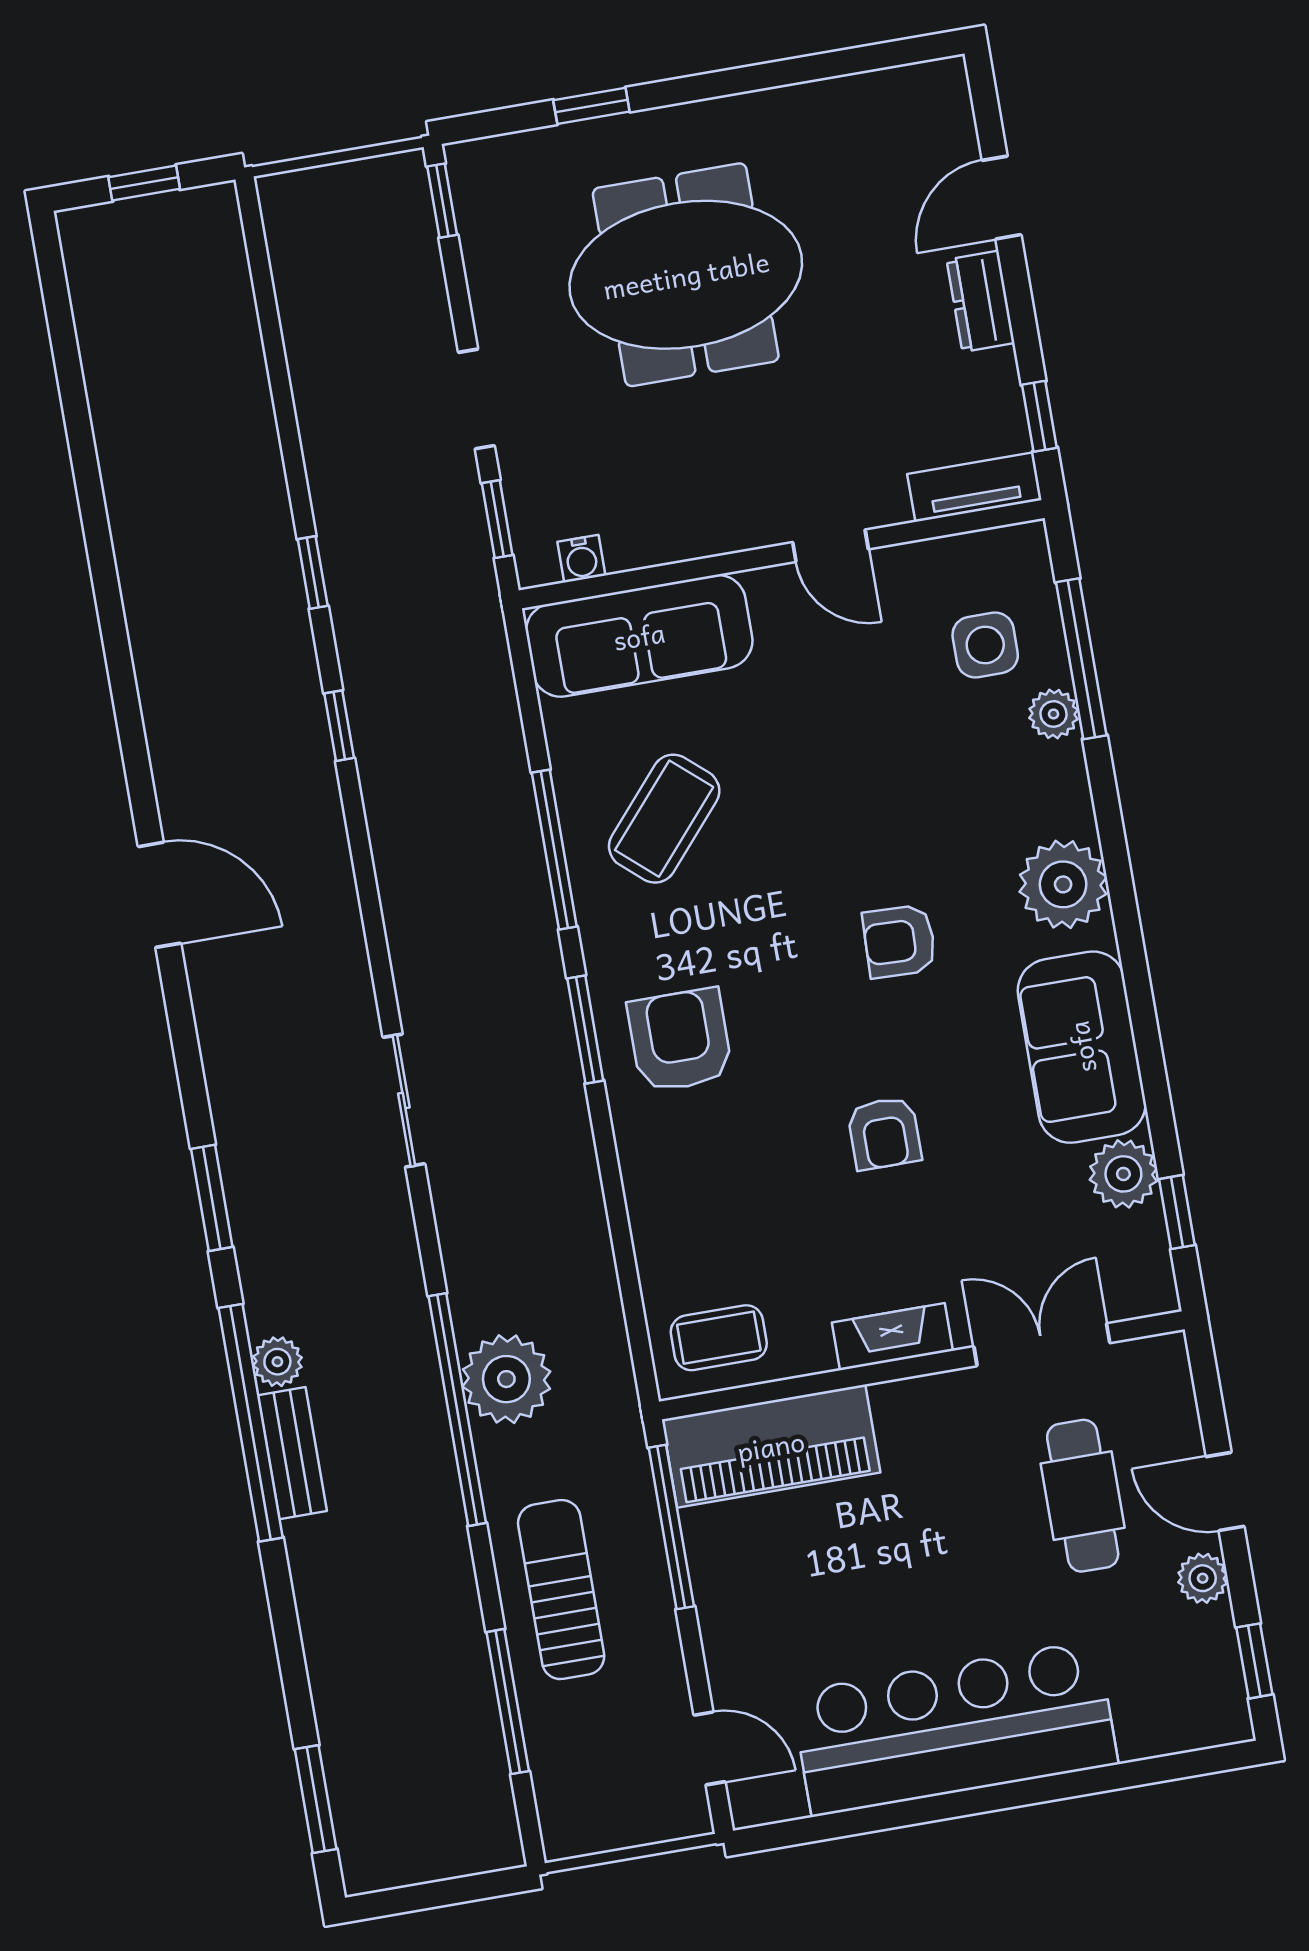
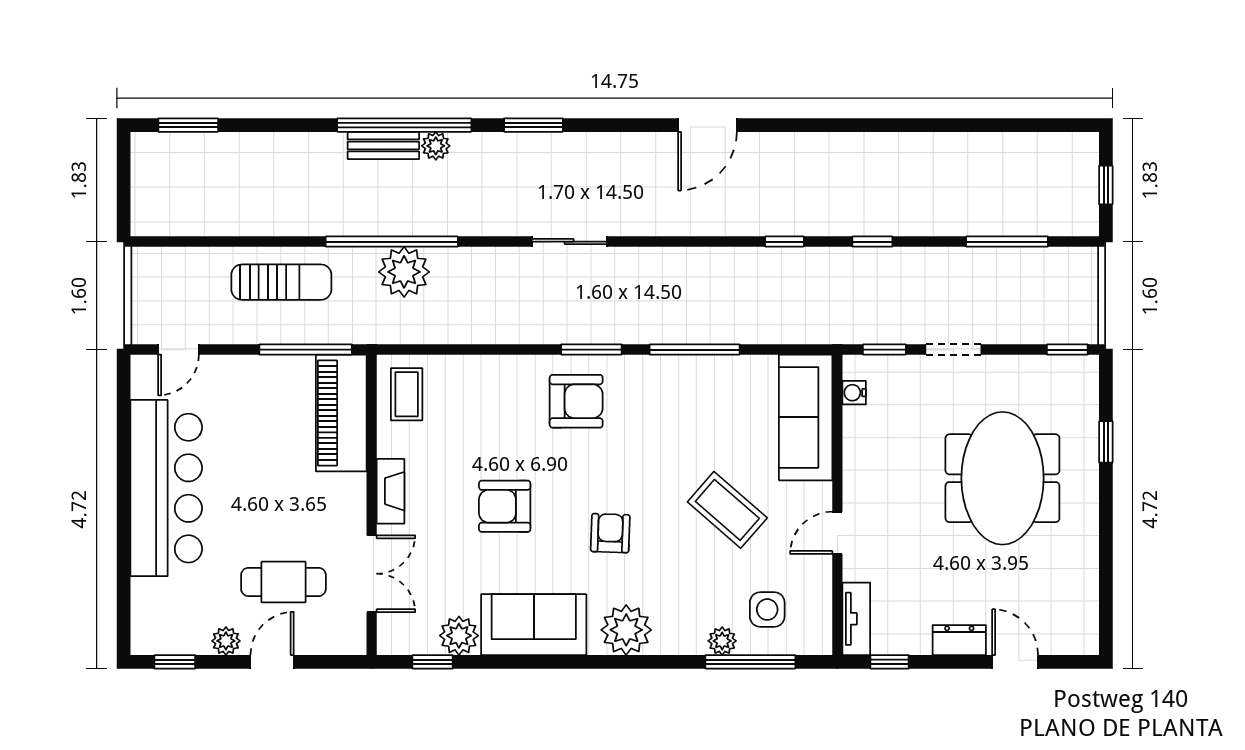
coffee table: (664, 819) -> (727, 510), moved
armchair: (884, 1133) -> (505, 506), width x1.38, depth x1.38
window: (508, 1702) -> (1007, 242), moved

